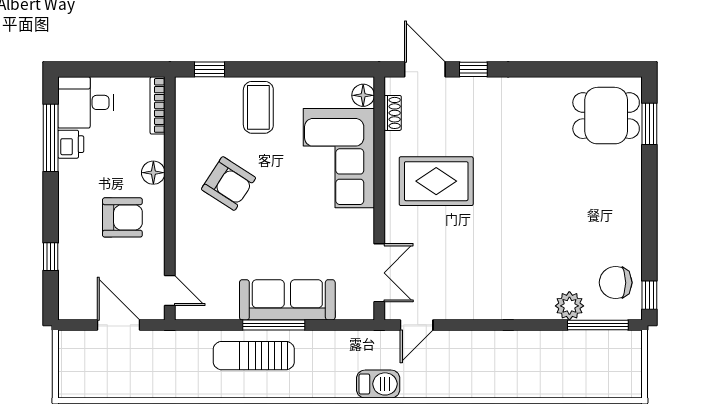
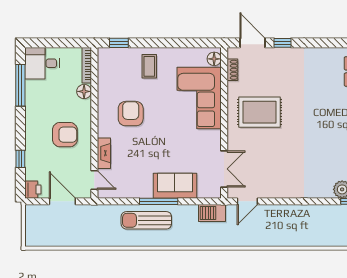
coffee table: (258, 107) -> (149, 66), width x0.73, depth x0.77
printer: (71, 144) -> (33, 190), moved
floor lamp: (153, 173) -> (84, 91), moved
armchair: (229, 184) -> (131, 114), turned -123
fireplace: (185, 247) -> (104, 153), added
sofa: (287, 300) -> (175, 186), width x0.73
barbecue: (378, 384) -> (212, 213), moved, turned 180

